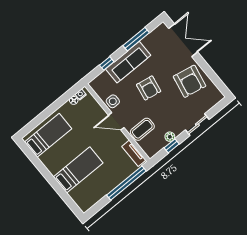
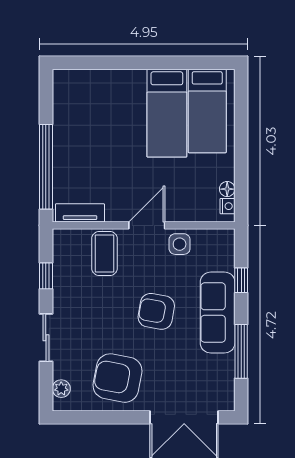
plant: (170, 137) -> (61, 389), moved
bed: (78, 170) -> (167, 113), moved

